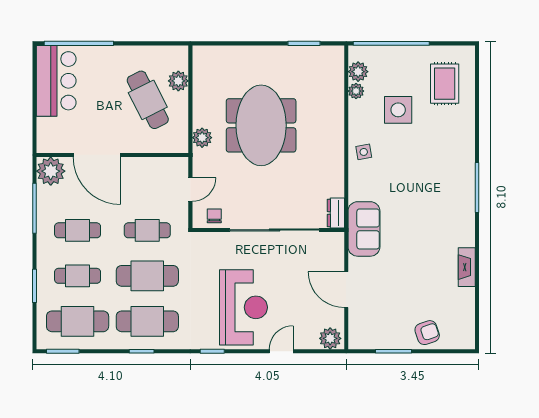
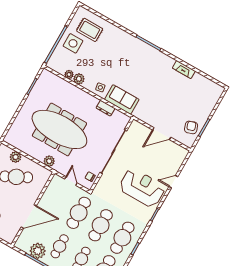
plant: (358, 72) -> (79, 79), moved
side table: (398, 110) -> (73, 43), moved
meeting table: (261, 125) -> (59, 129), width x1.36
plant: (51, 171) -> (38, 251), moved
dresser: (336, 213) -> (105, 108), moved
sofa: (364, 229) -> (122, 100), moved
cafe table: (147, 230) -> (79, 213), width x1.37, depth x1.35
armchair: (427, 333) -> (191, 127), moved
plant: (330, 338) -> (181, 155), removed
door: (281, 351) -> (173, 182), hinge flipped

